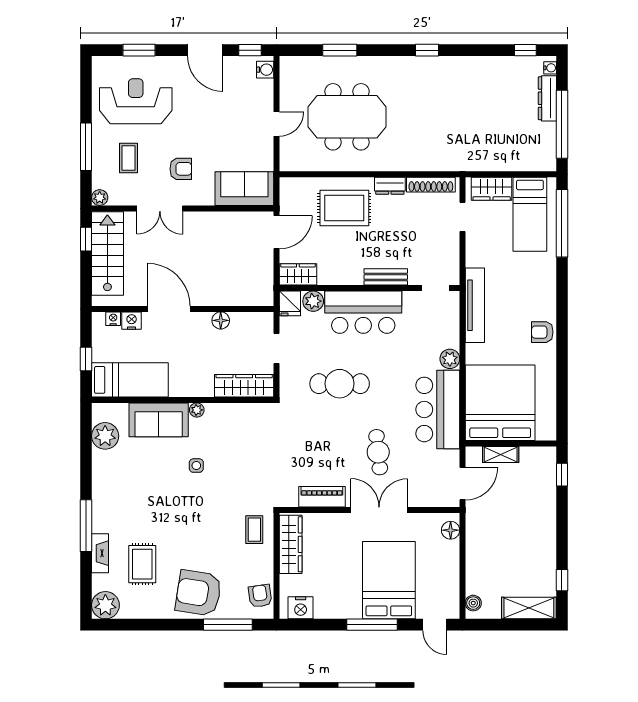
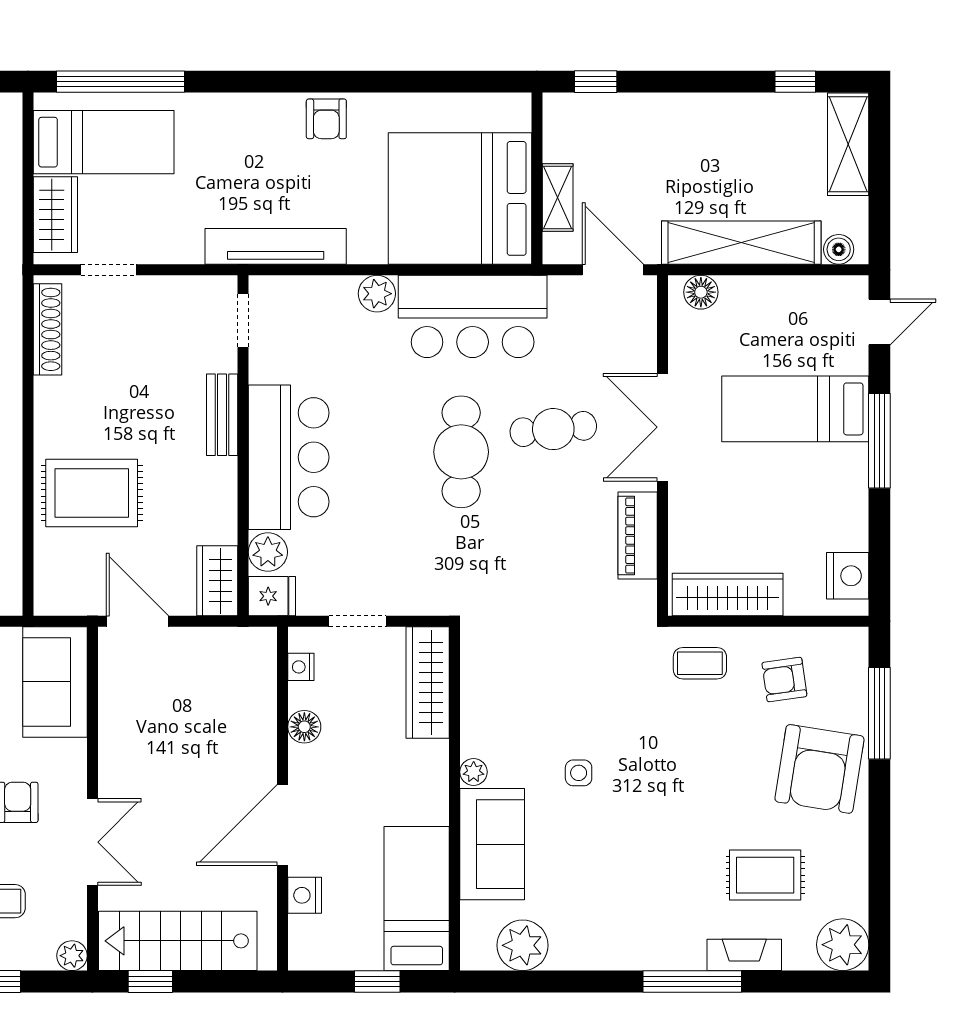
dresser: (390, 186) -> (50, 407), removed
rug: (344, 208) -> (92, 493), turned 90
nightstand: (113, 319) -> (301, 667), moved
cafe table: (340, 384) -> (461, 452), moved
shelving: (477, 552) -> (741, 243), added
bed: (389, 580) -> (795, 409), width x0.67
armchair: (260, 596) -> (784, 680), moved

